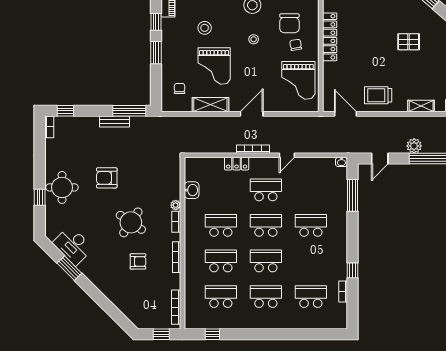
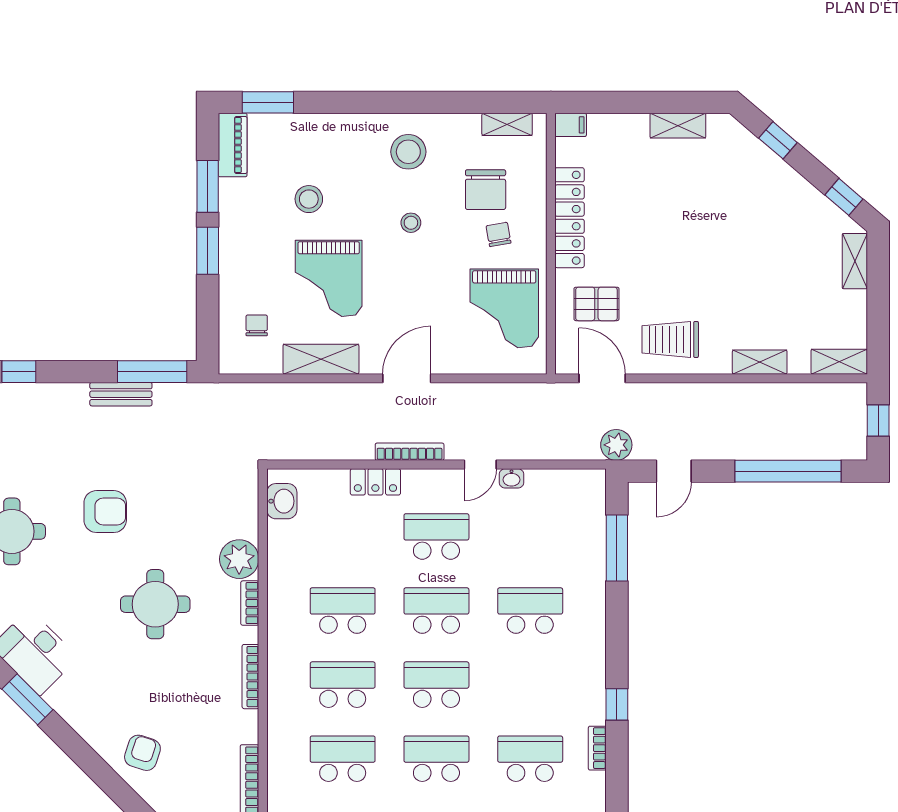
window: (156, 22) -> (208, 186), width x1.50
pallet: (409, 42) -> (596, 304), moved
plant: (414, 146) -> (616, 445), moved
washbasin: (341, 162) -> (511, 478), moved
armchair: (107, 178) -> (105, 512), turned 180
washbasin: (192, 190) -> (282, 501), moved
plant: (176, 205) -> (239, 559), width x1.88, depth x1.88
round table: (131, 222) -> (155, 604), turned -34
armchair: (138, 261) -> (142, 753), moved, turned -72

